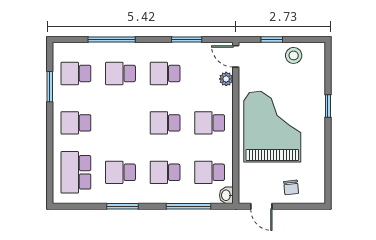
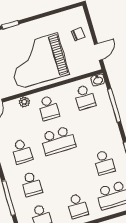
plant: (226, 79) -> (24, 102), moved
school desk: (165, 123) -> (58, 141), width x1.85
school desk: (165, 172) -> (94, 130), removed

